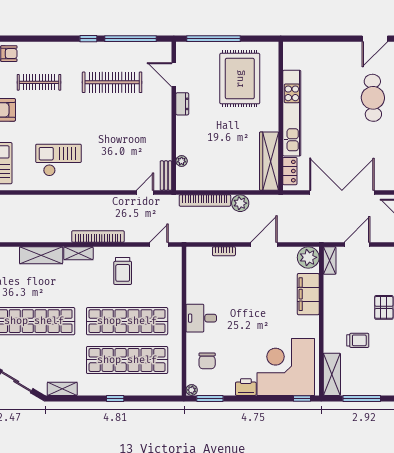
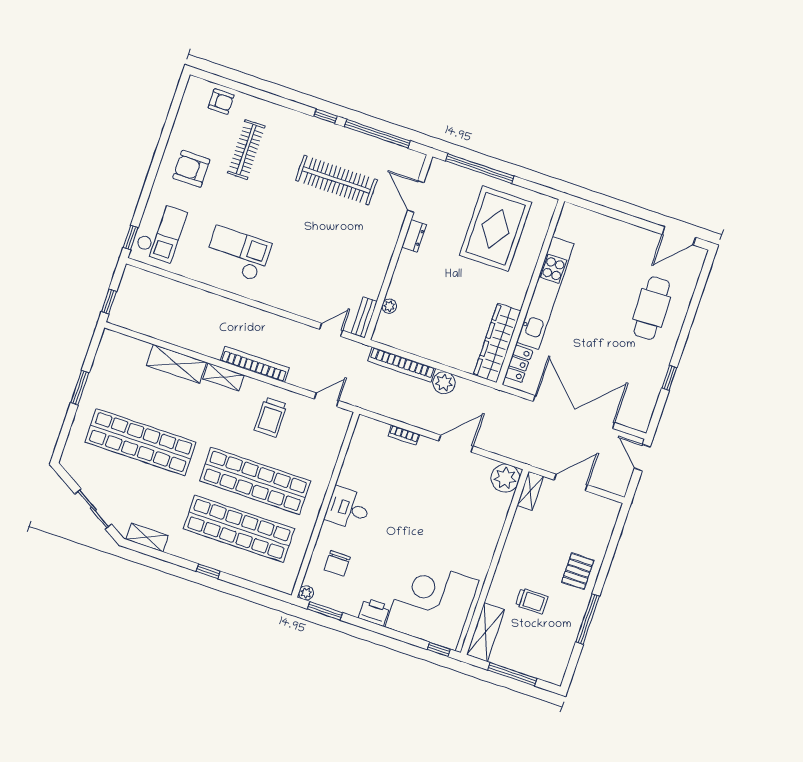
clothes rail: (39, 82) -> (246, 150), turned 90
filing cabinet: (308, 294) -> (490, 523), removed

